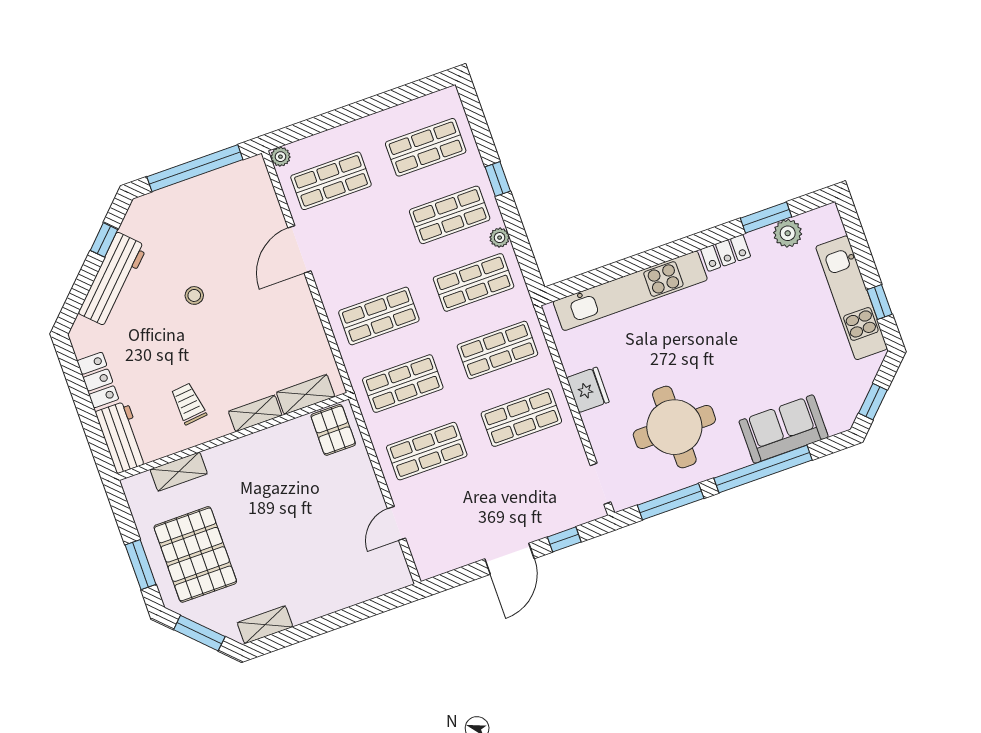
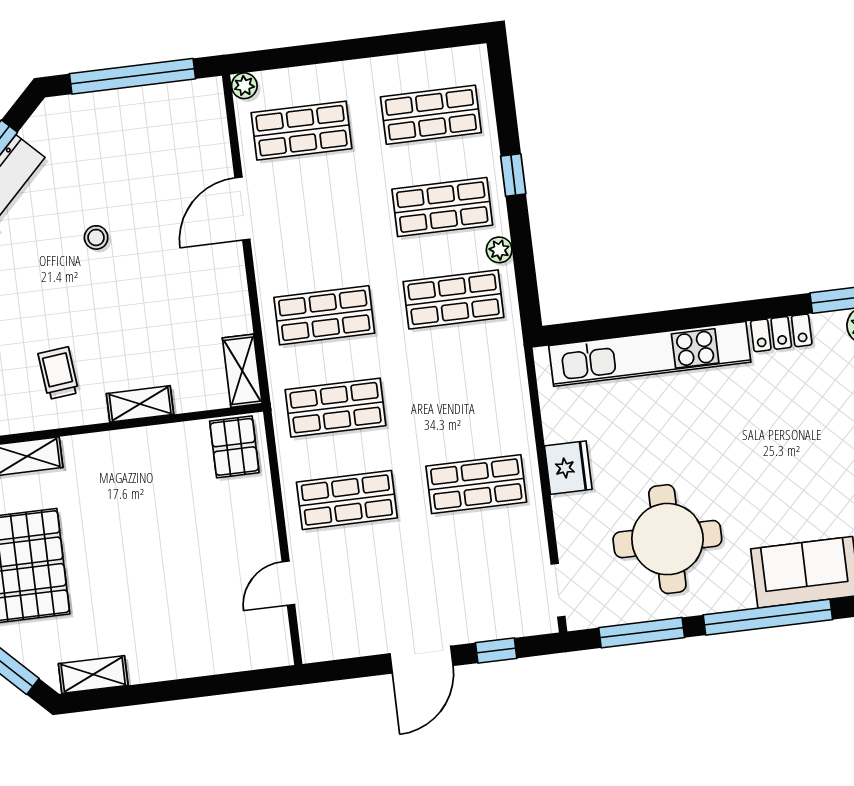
shop shelf: (497, 350) -> (465, 392), removed
shelving: (306, 394) -> (242, 371), moved, turned 90

